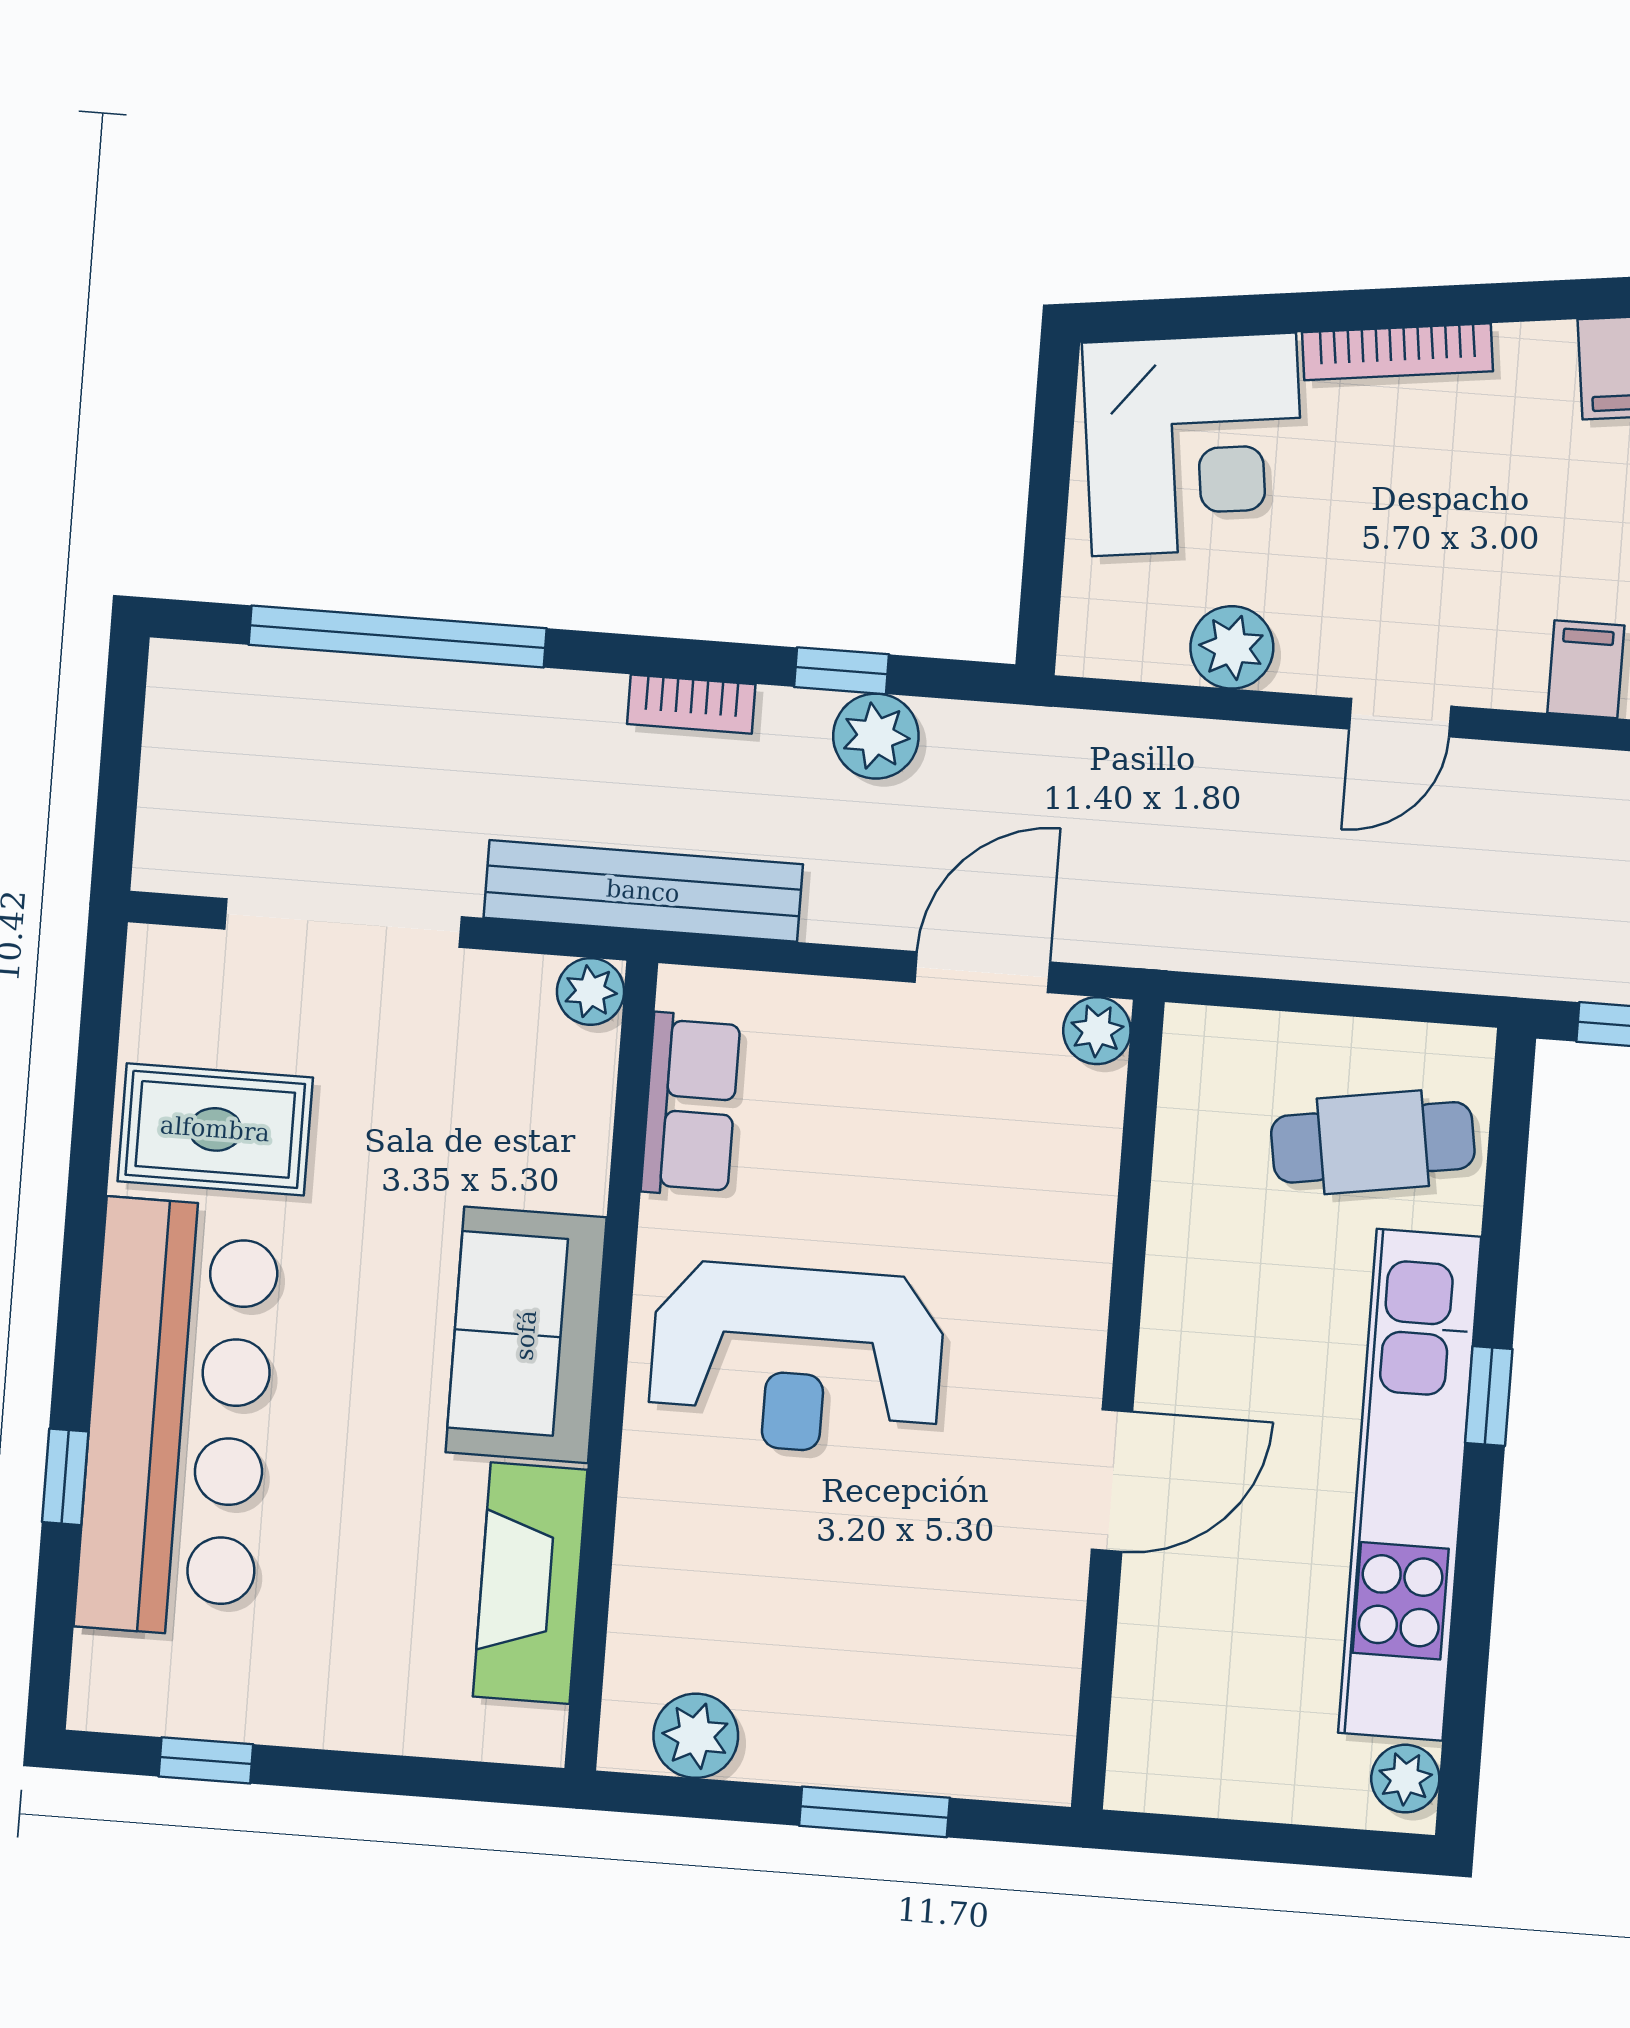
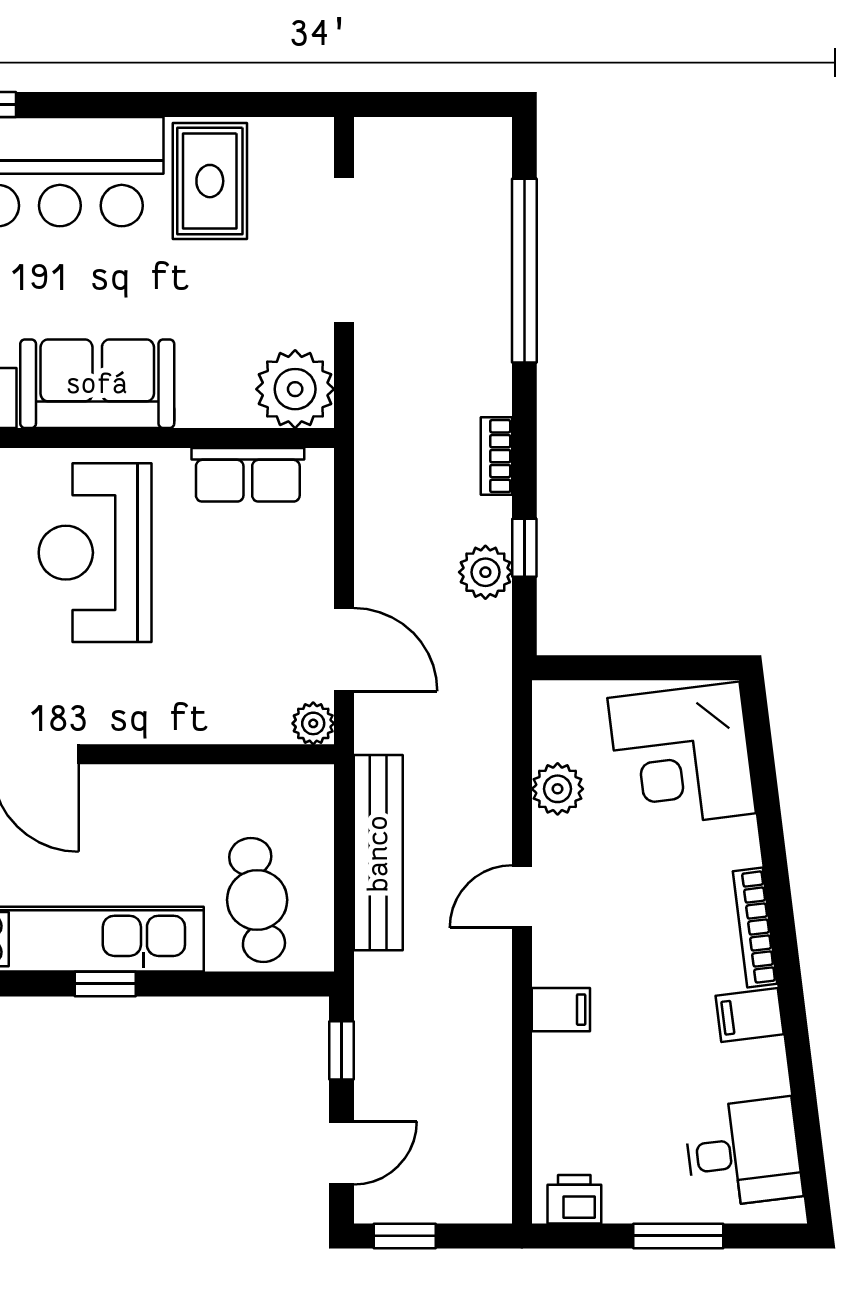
bookcase: (1398, 352) -> (755, 927), moved
door: (1400, 718) -> (522, 897), hinge flipped
bench: (643, 891) -> (378, 853), moved
plant: (591, 992) -> (295, 389), width x1.88, depth x1.88

